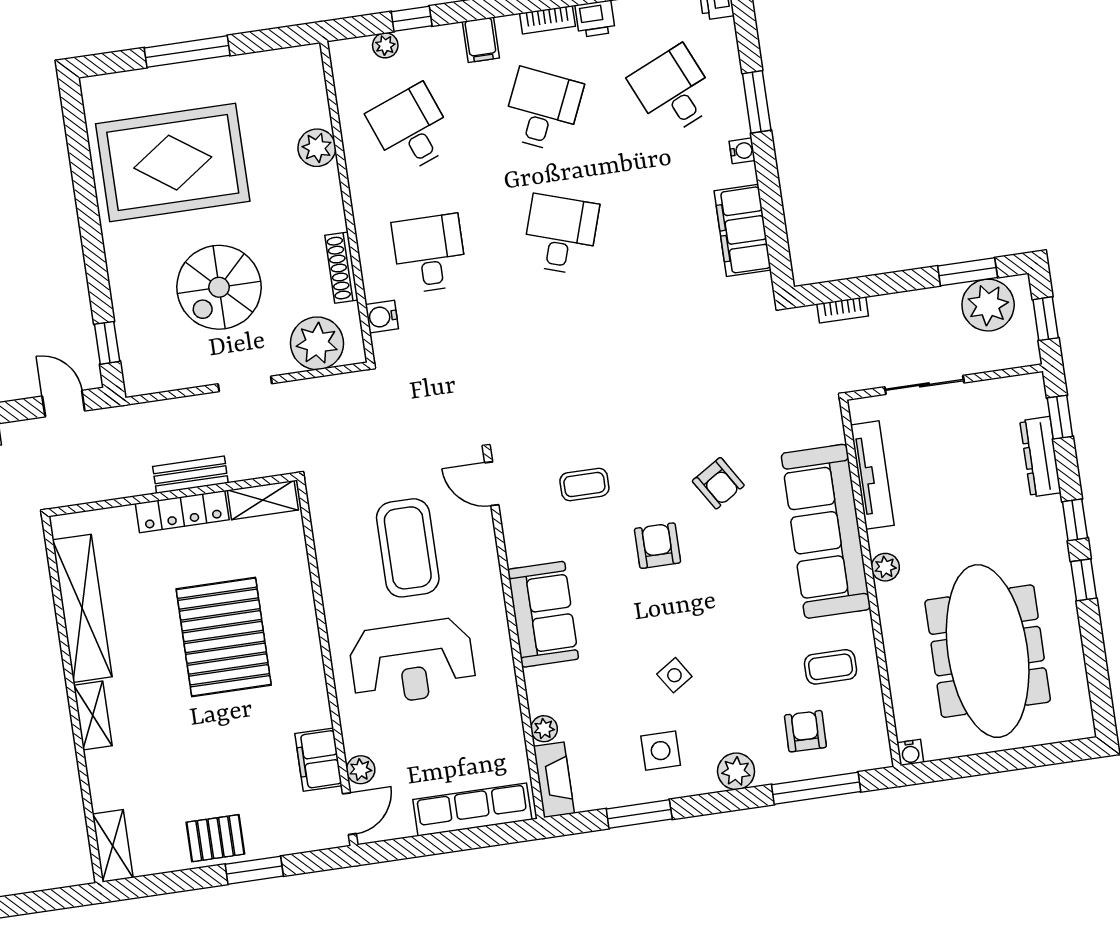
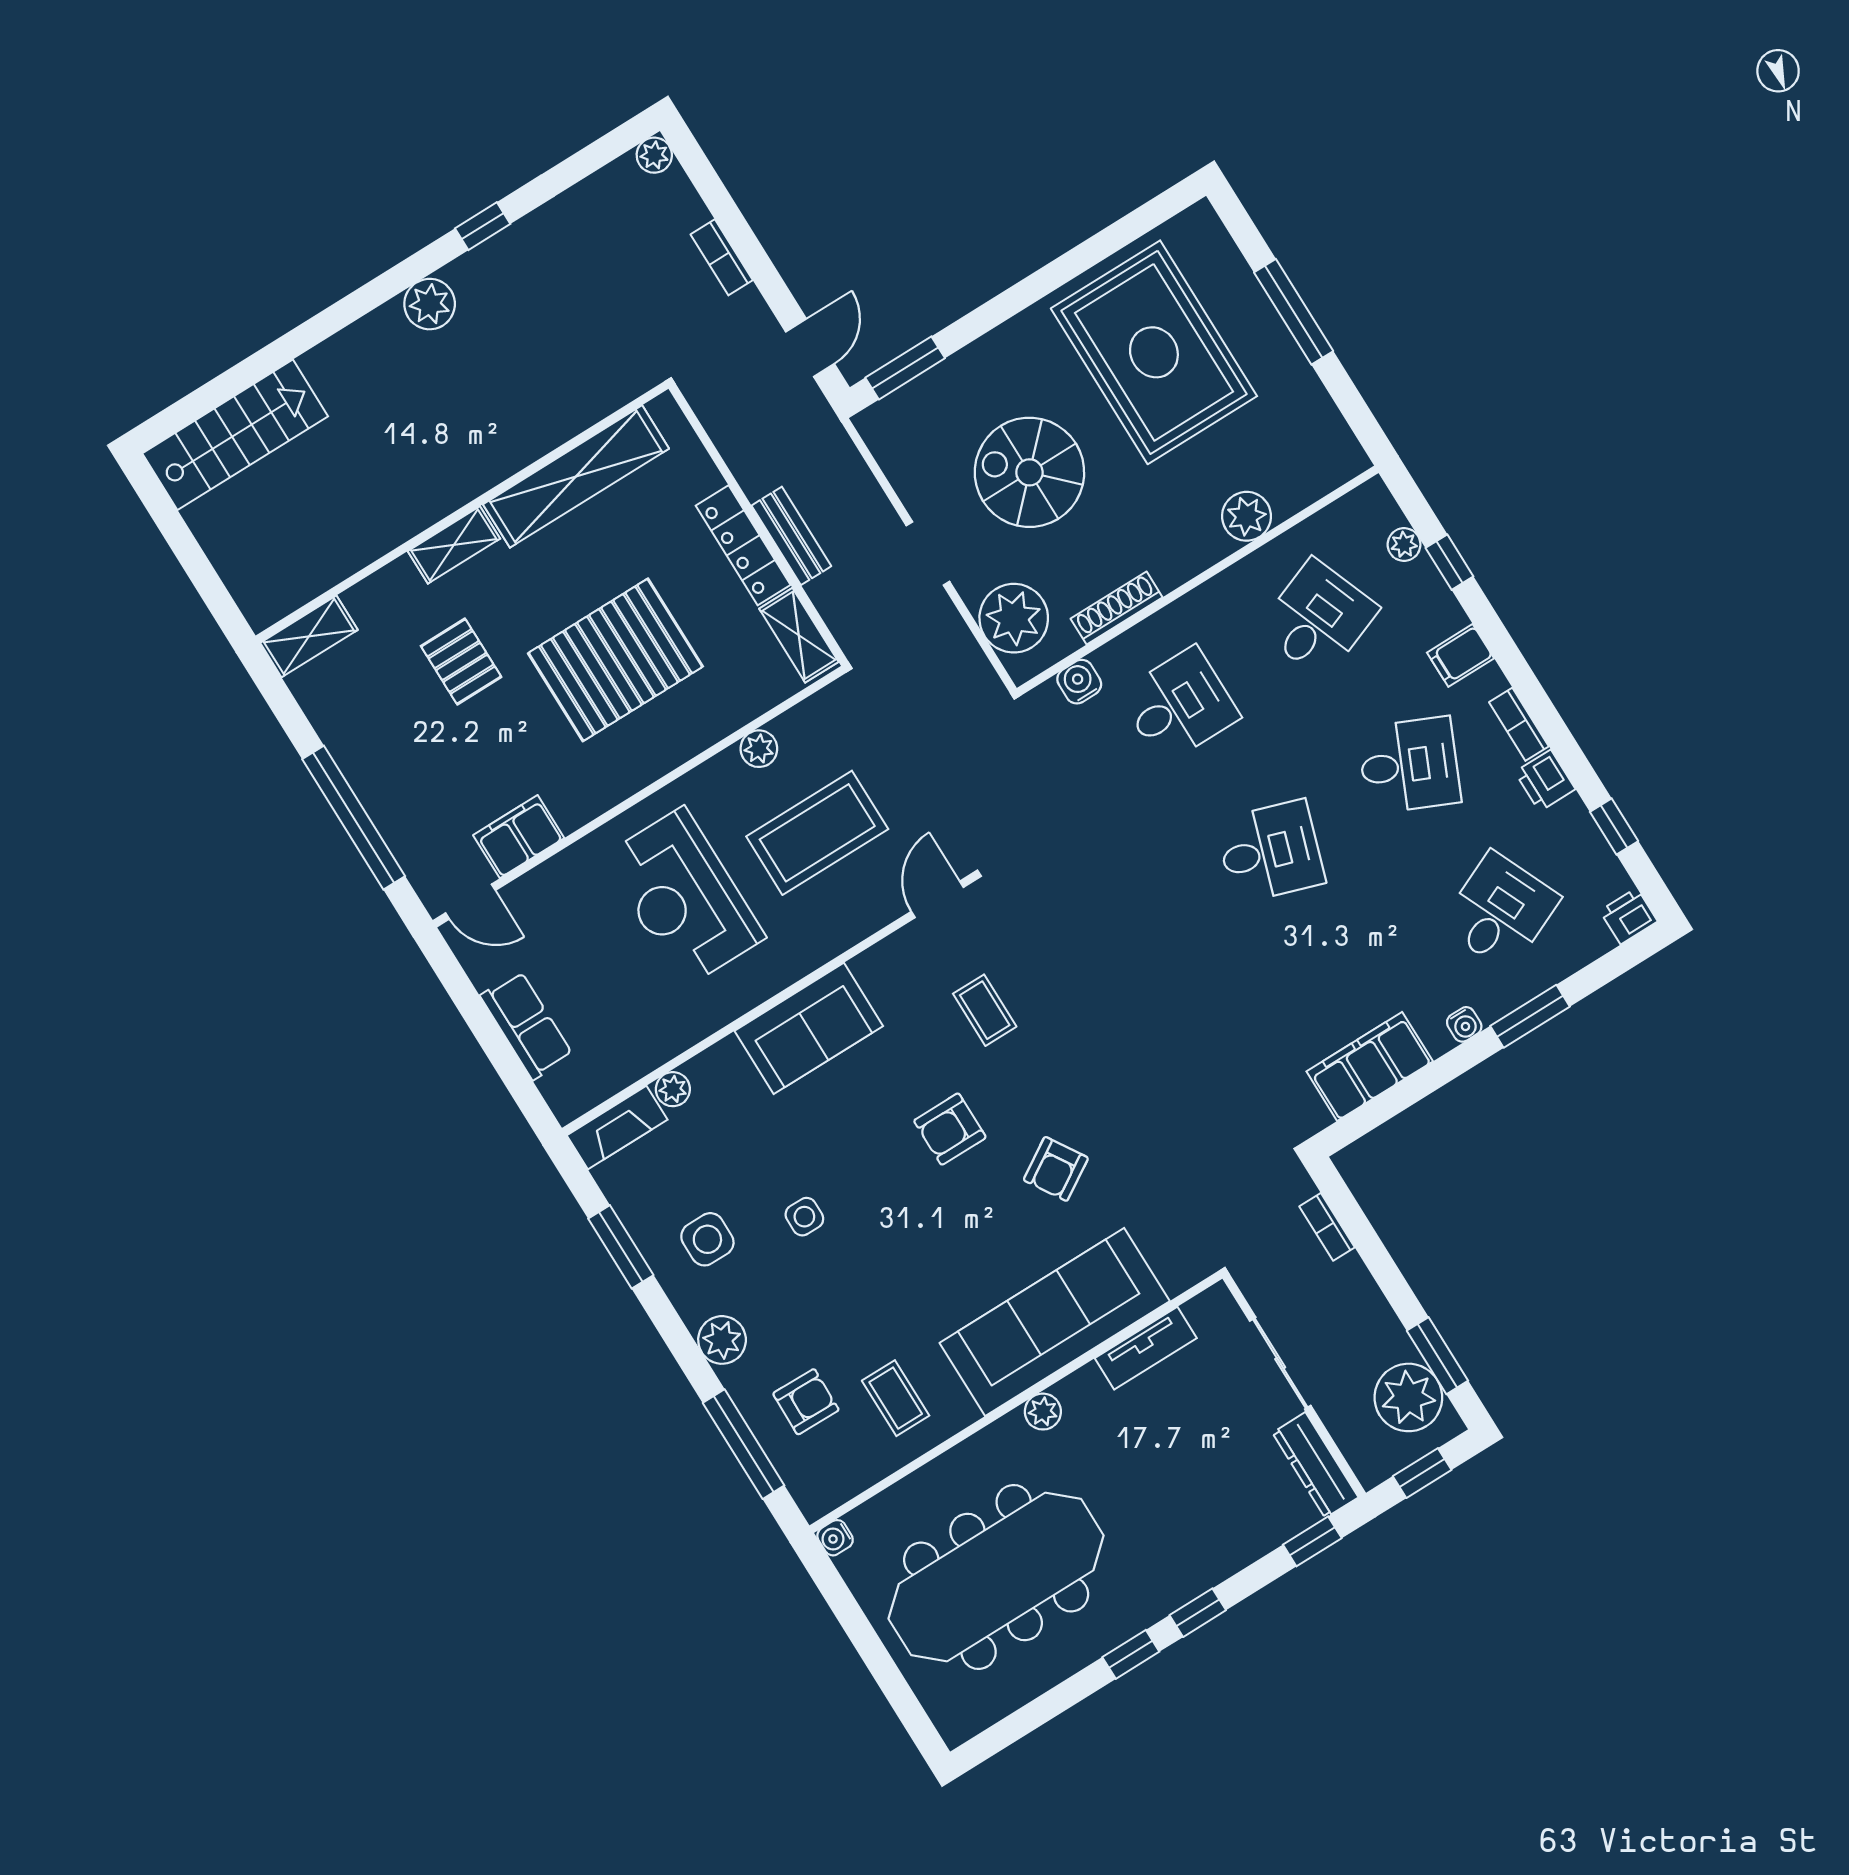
window: (107, 343) -> (905, 368), width x1.50
dresser: (1040, 457) -> (1315, 1465), moved, turned -90
tv unit: (872, 475) -> (1146, 1348), width x0.71
armchair: (658, 546) -> (950, 1129), turned 180
side table: (674, 675) -> (804, 1217), turned 33
plant: (361, 770) -> (759, 749), moved
row of seats: (472, 810) -> (527, 1025), width x0.68
pallet: (215, 838) -> (461, 661), moved
window: (254, 870) -> (354, 818), width x2.11

